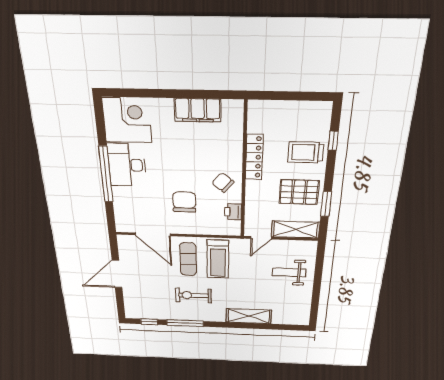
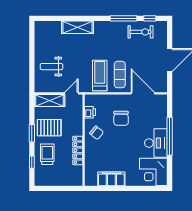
trolley: (306, 152) -> (47, 154), turned -90
window: (326, 204) -> (32, 133), moved
weight bench: (289, 272) -> (51, 67), turned 180
exercise bike: (194, 295) -> (140, 32), moved

